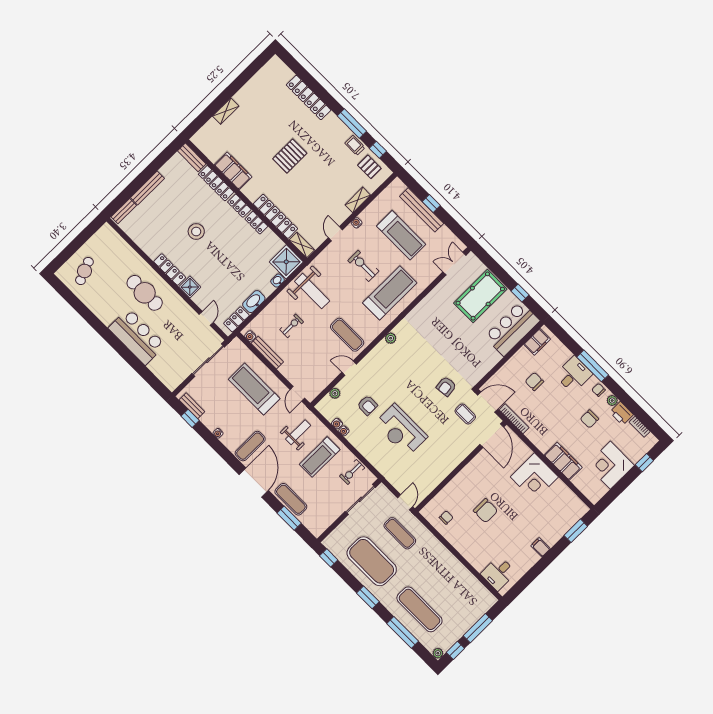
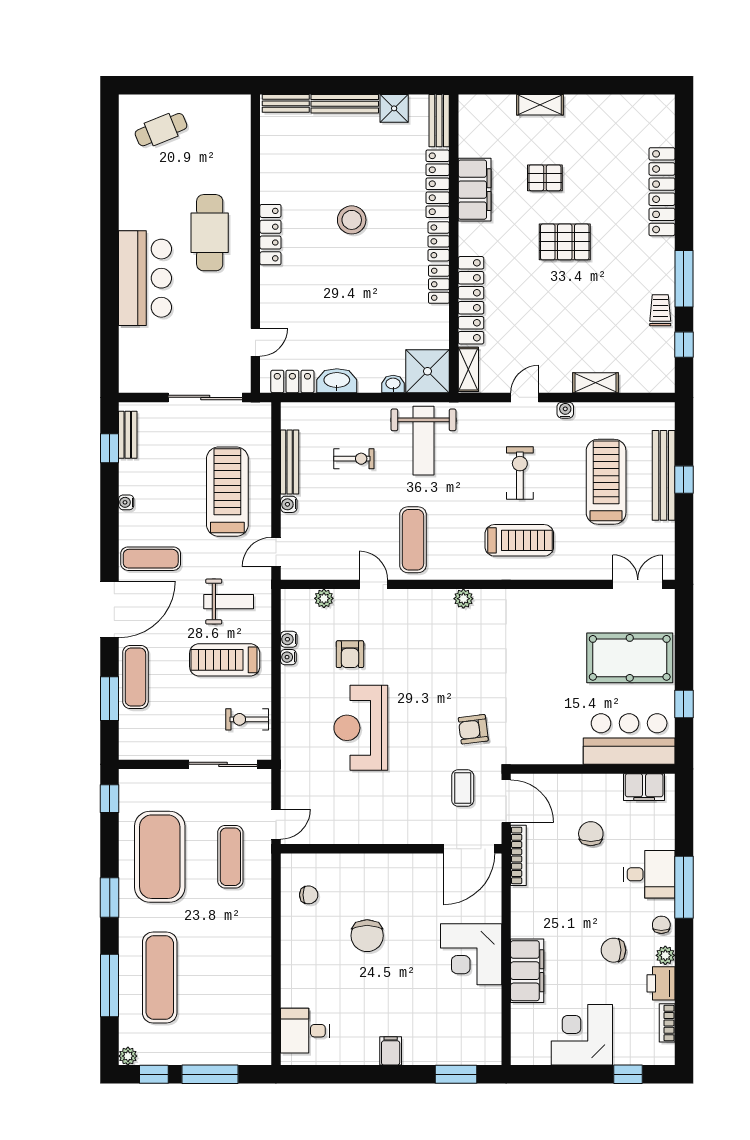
pallet: (369, 167) -> (545, 178), moved, turned 90
treadmill: (401, 235) -> (606, 482), turned 180
shower: (190, 287) -> (394, 108), moved
treadmill: (390, 293) -> (519, 540), width x0.73, depth x0.73
water cooler: (250, 336) -> (289, 504), moved

